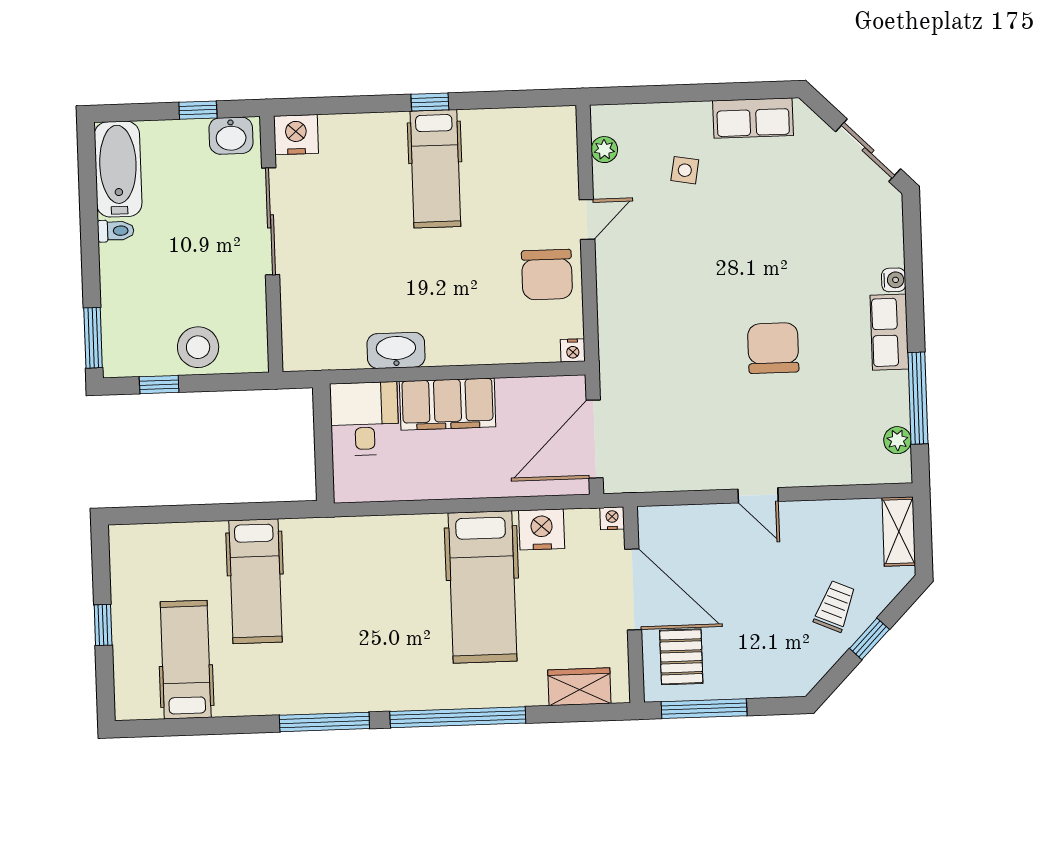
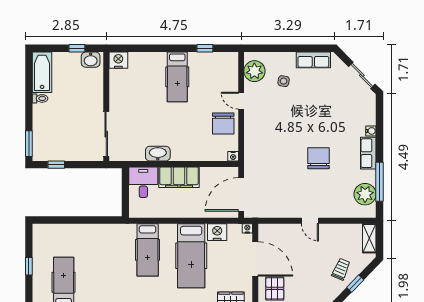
window: (430, 102) -> (205, 48), moved
plant: (604, 150) -> (254, 71), width x1.88, depth x1.88
door: (587, 219) -> (241, 101), swing flipped
sliding door: (271, 221) -> (106, 134), moved
stool: (198, 347) -> (73, 149), removed
plant: (897, 440) -> (365, 194), width x1.88, depth x1.88
hospital bed: (255, 581) -> (148, 250), moved

